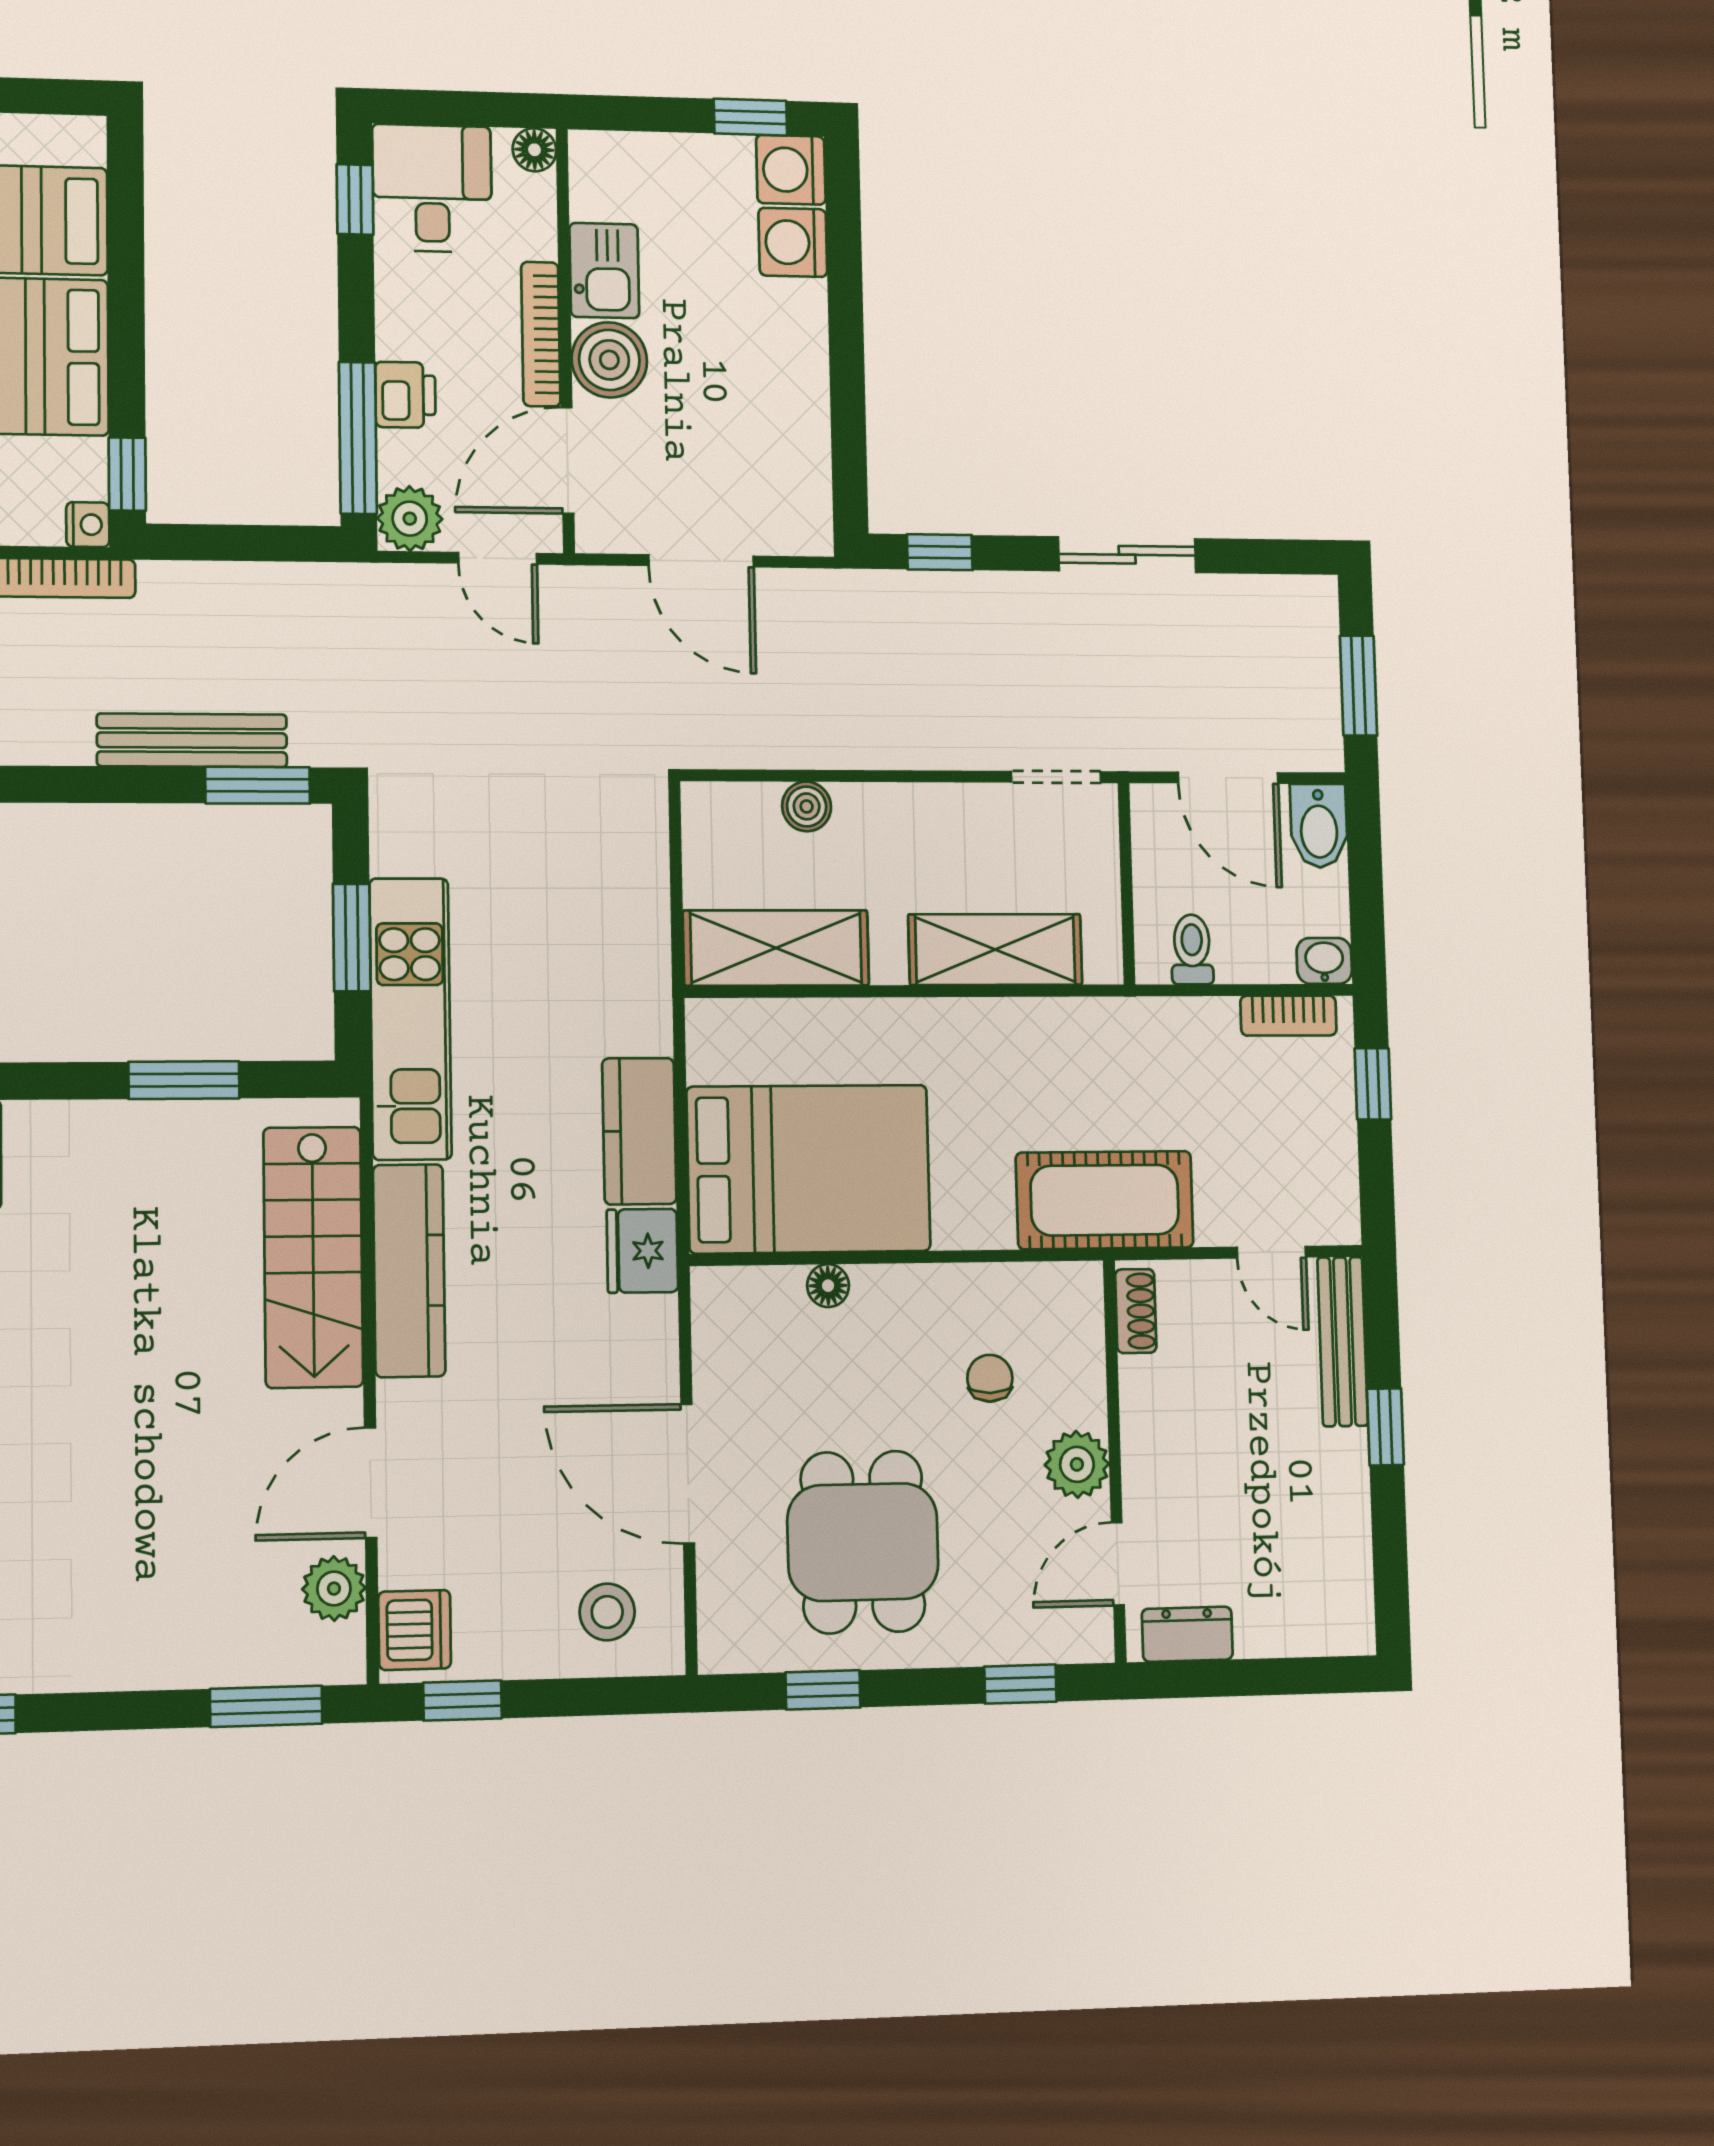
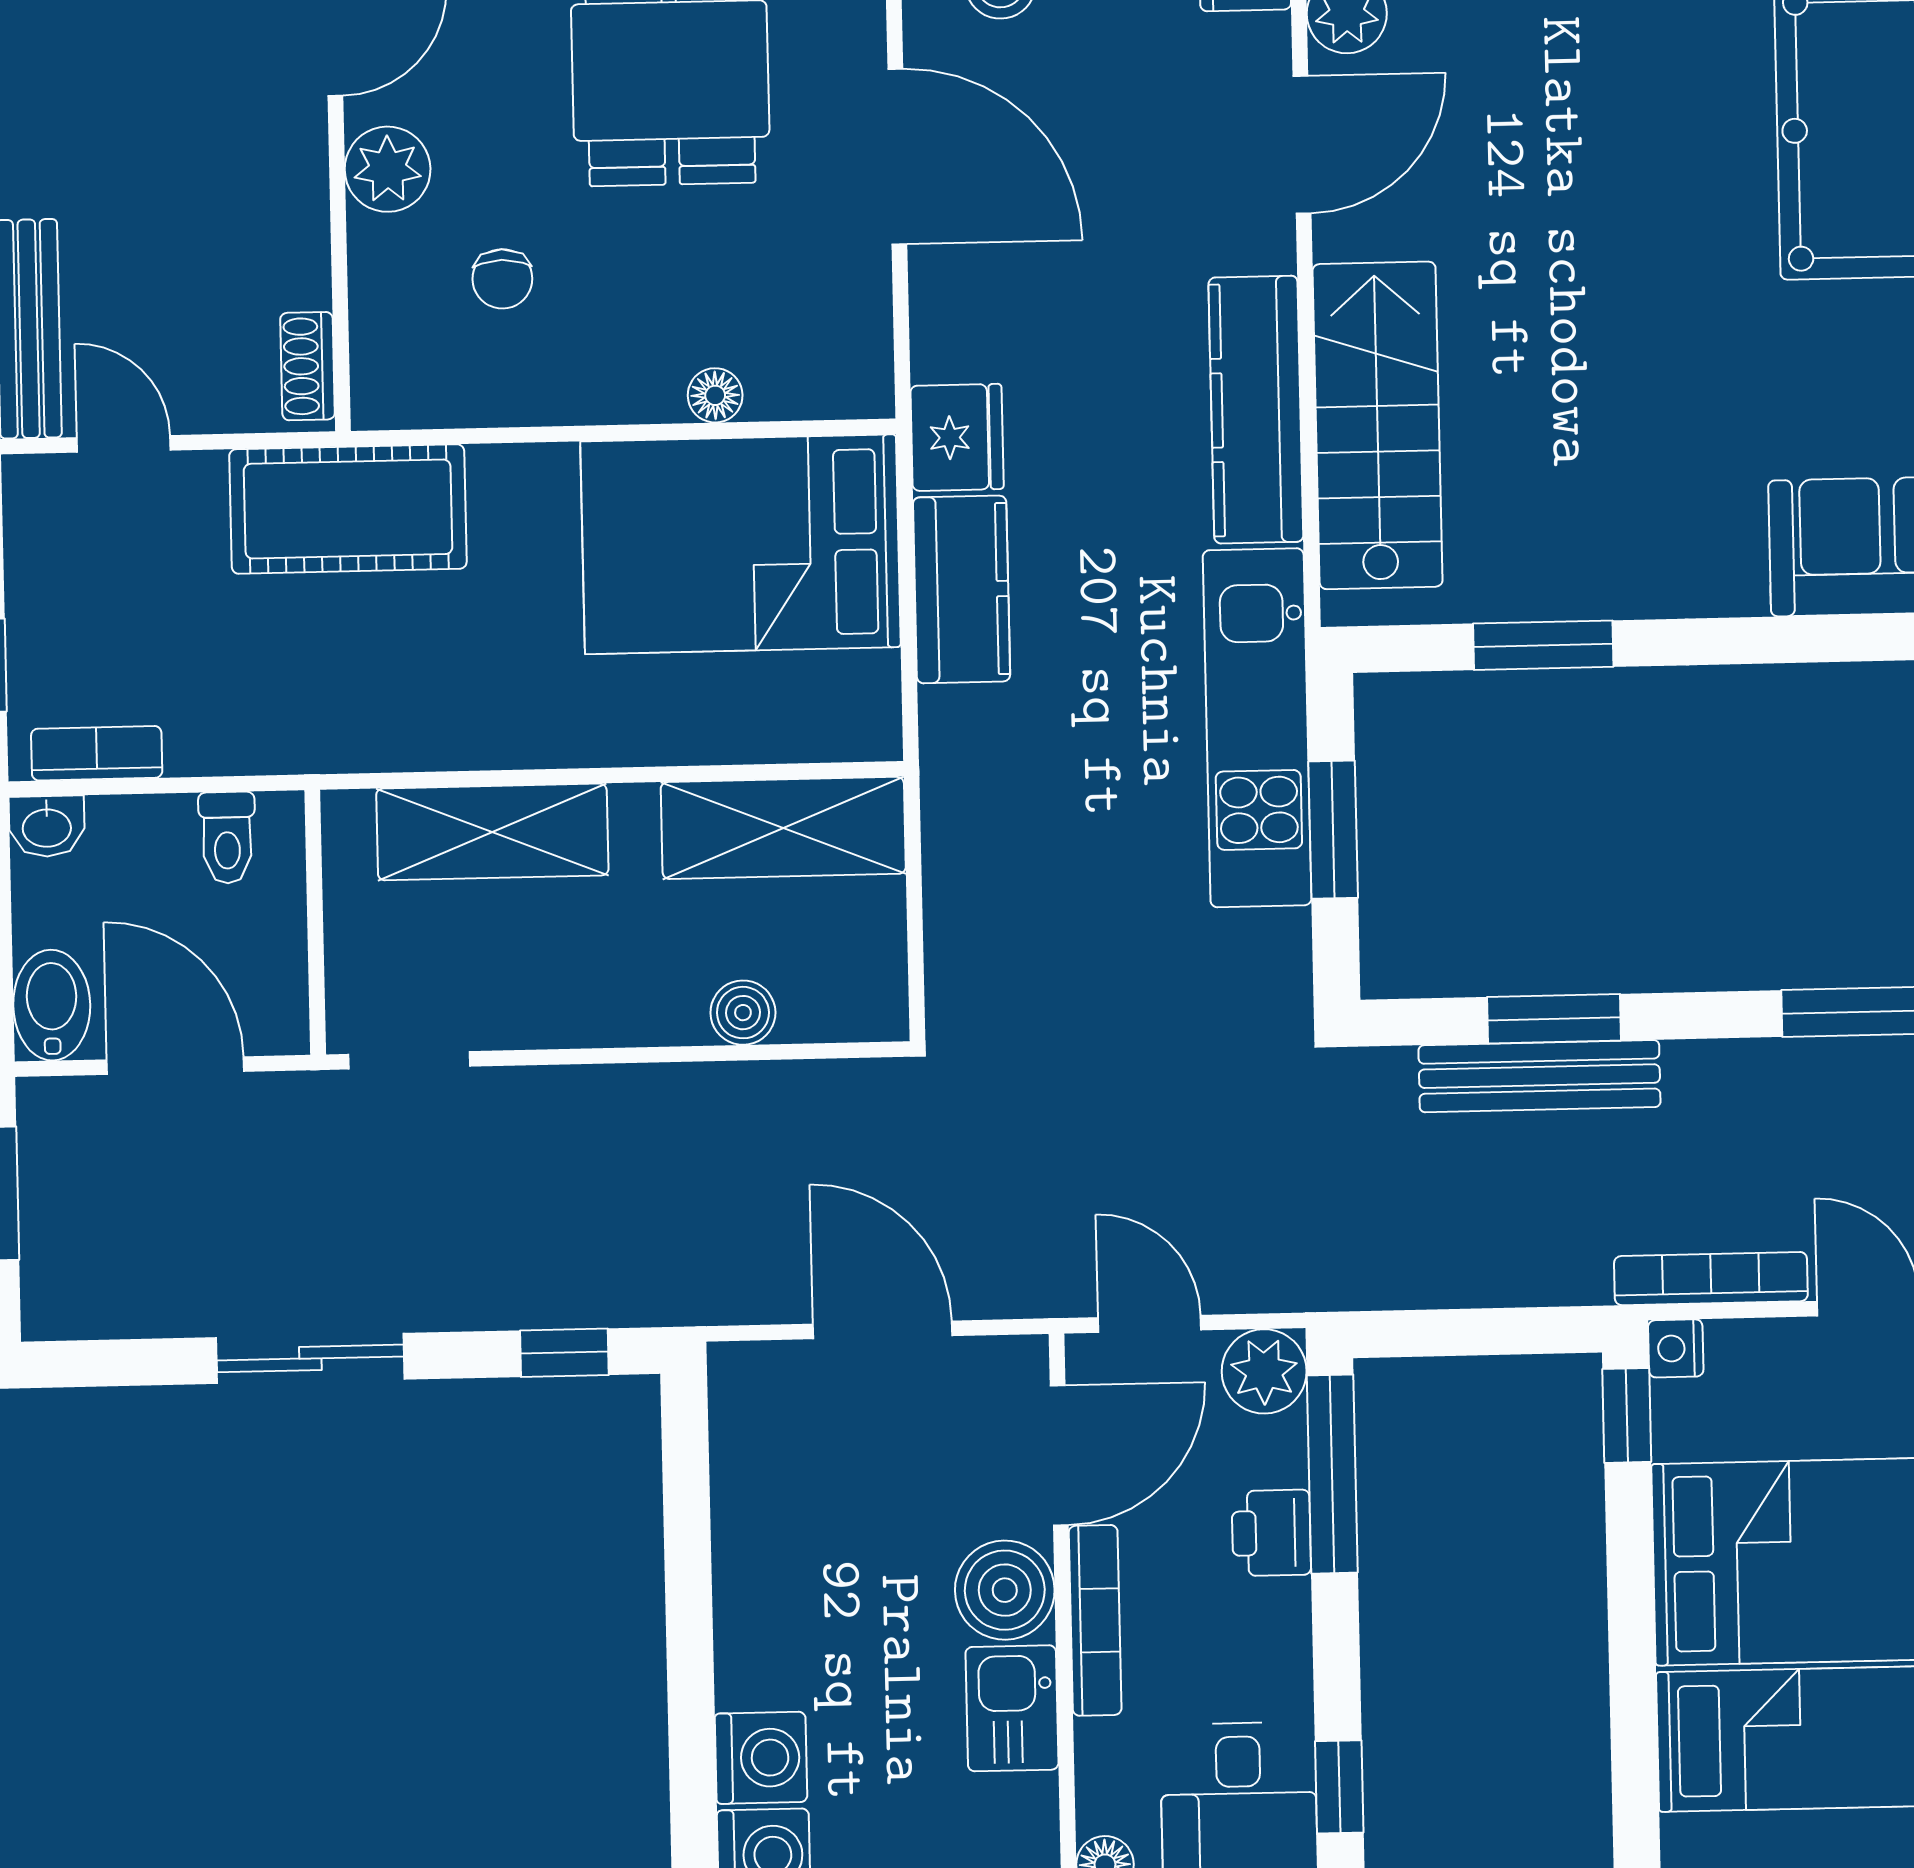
window: (258, 785) -> (1554, 1019), moved

